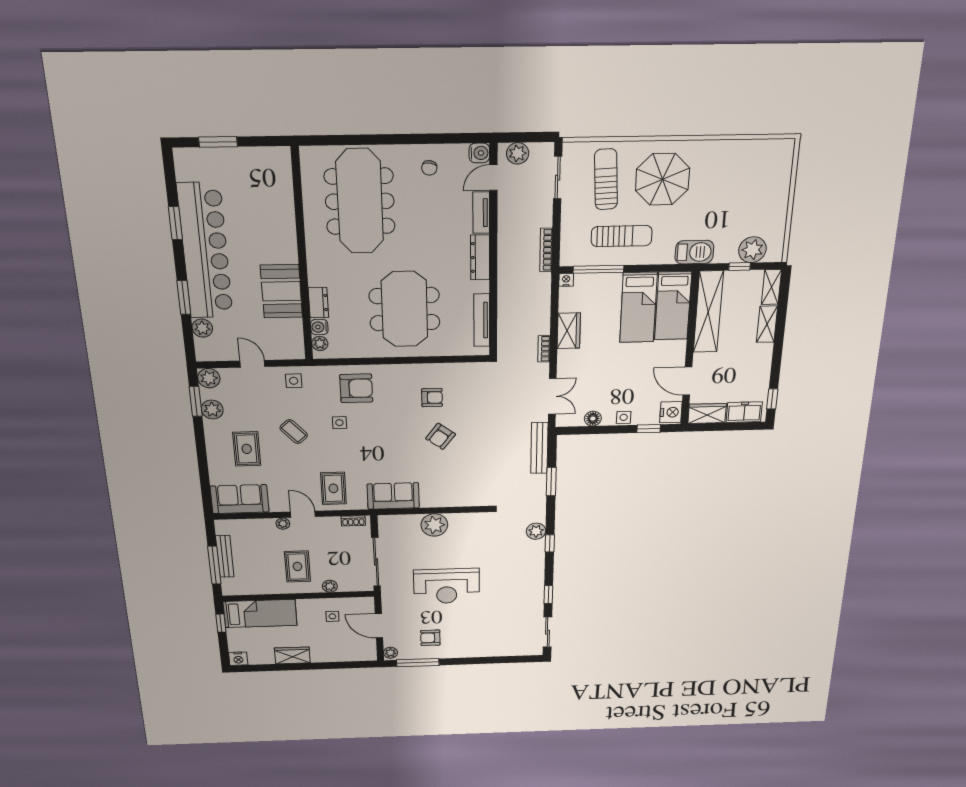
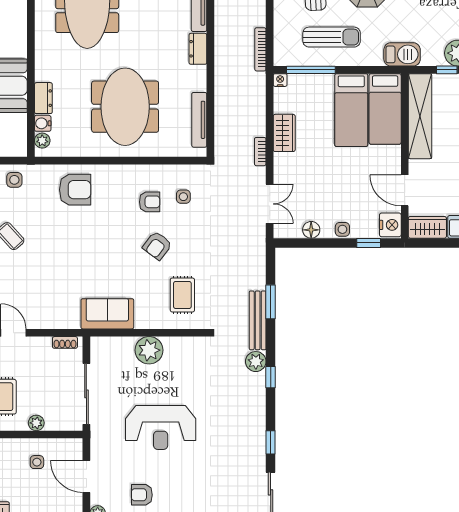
dresser: (480, 257) -> (198, 49), width x0.70
side table: (339, 423) -> (183, 197), moved
bench: (539, 448) -> (258, 320), moved
rug: (333, 488) -> (182, 295), moved

